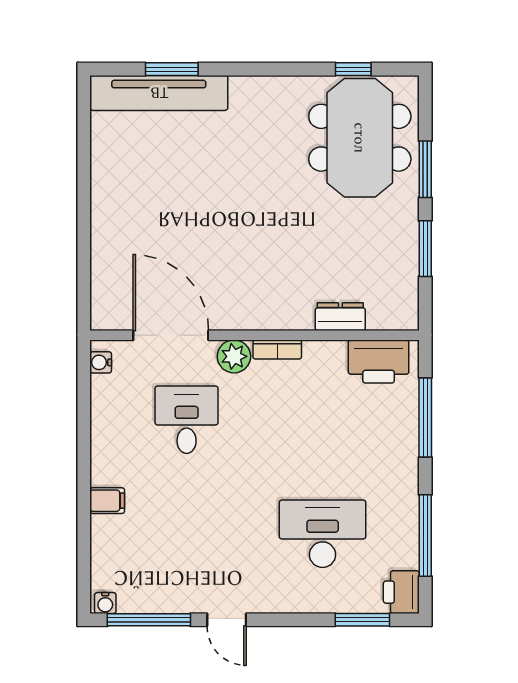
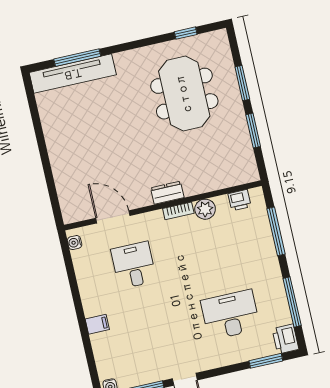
window: (172, 69) -> (77, 58), width x1.44
meeting table: (360, 138) -> (184, 94), moved
dresser: (340, 317) -> (167, 193), moved
door: (171, 335) -> (113, 217), width x0.73
plant: (234, 356) -> (205, 209), moved
printer: (379, 361) -> (240, 200), width x0.53, depth x0.68

